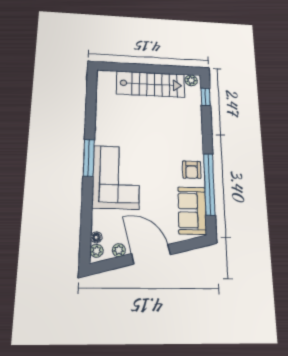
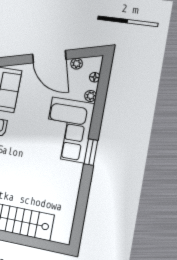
window: (89, 158) -> (91, 152), width x0.69
plant: (97, 251) -> (91, 96), moved

